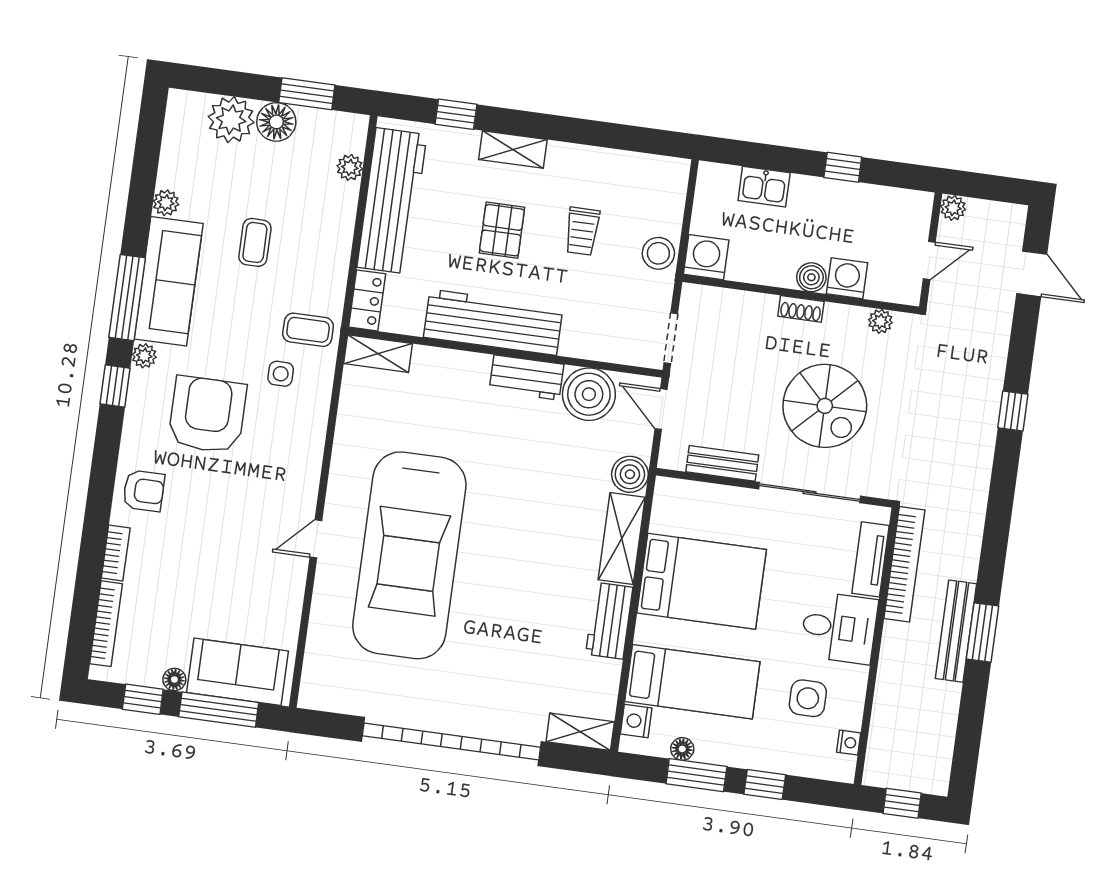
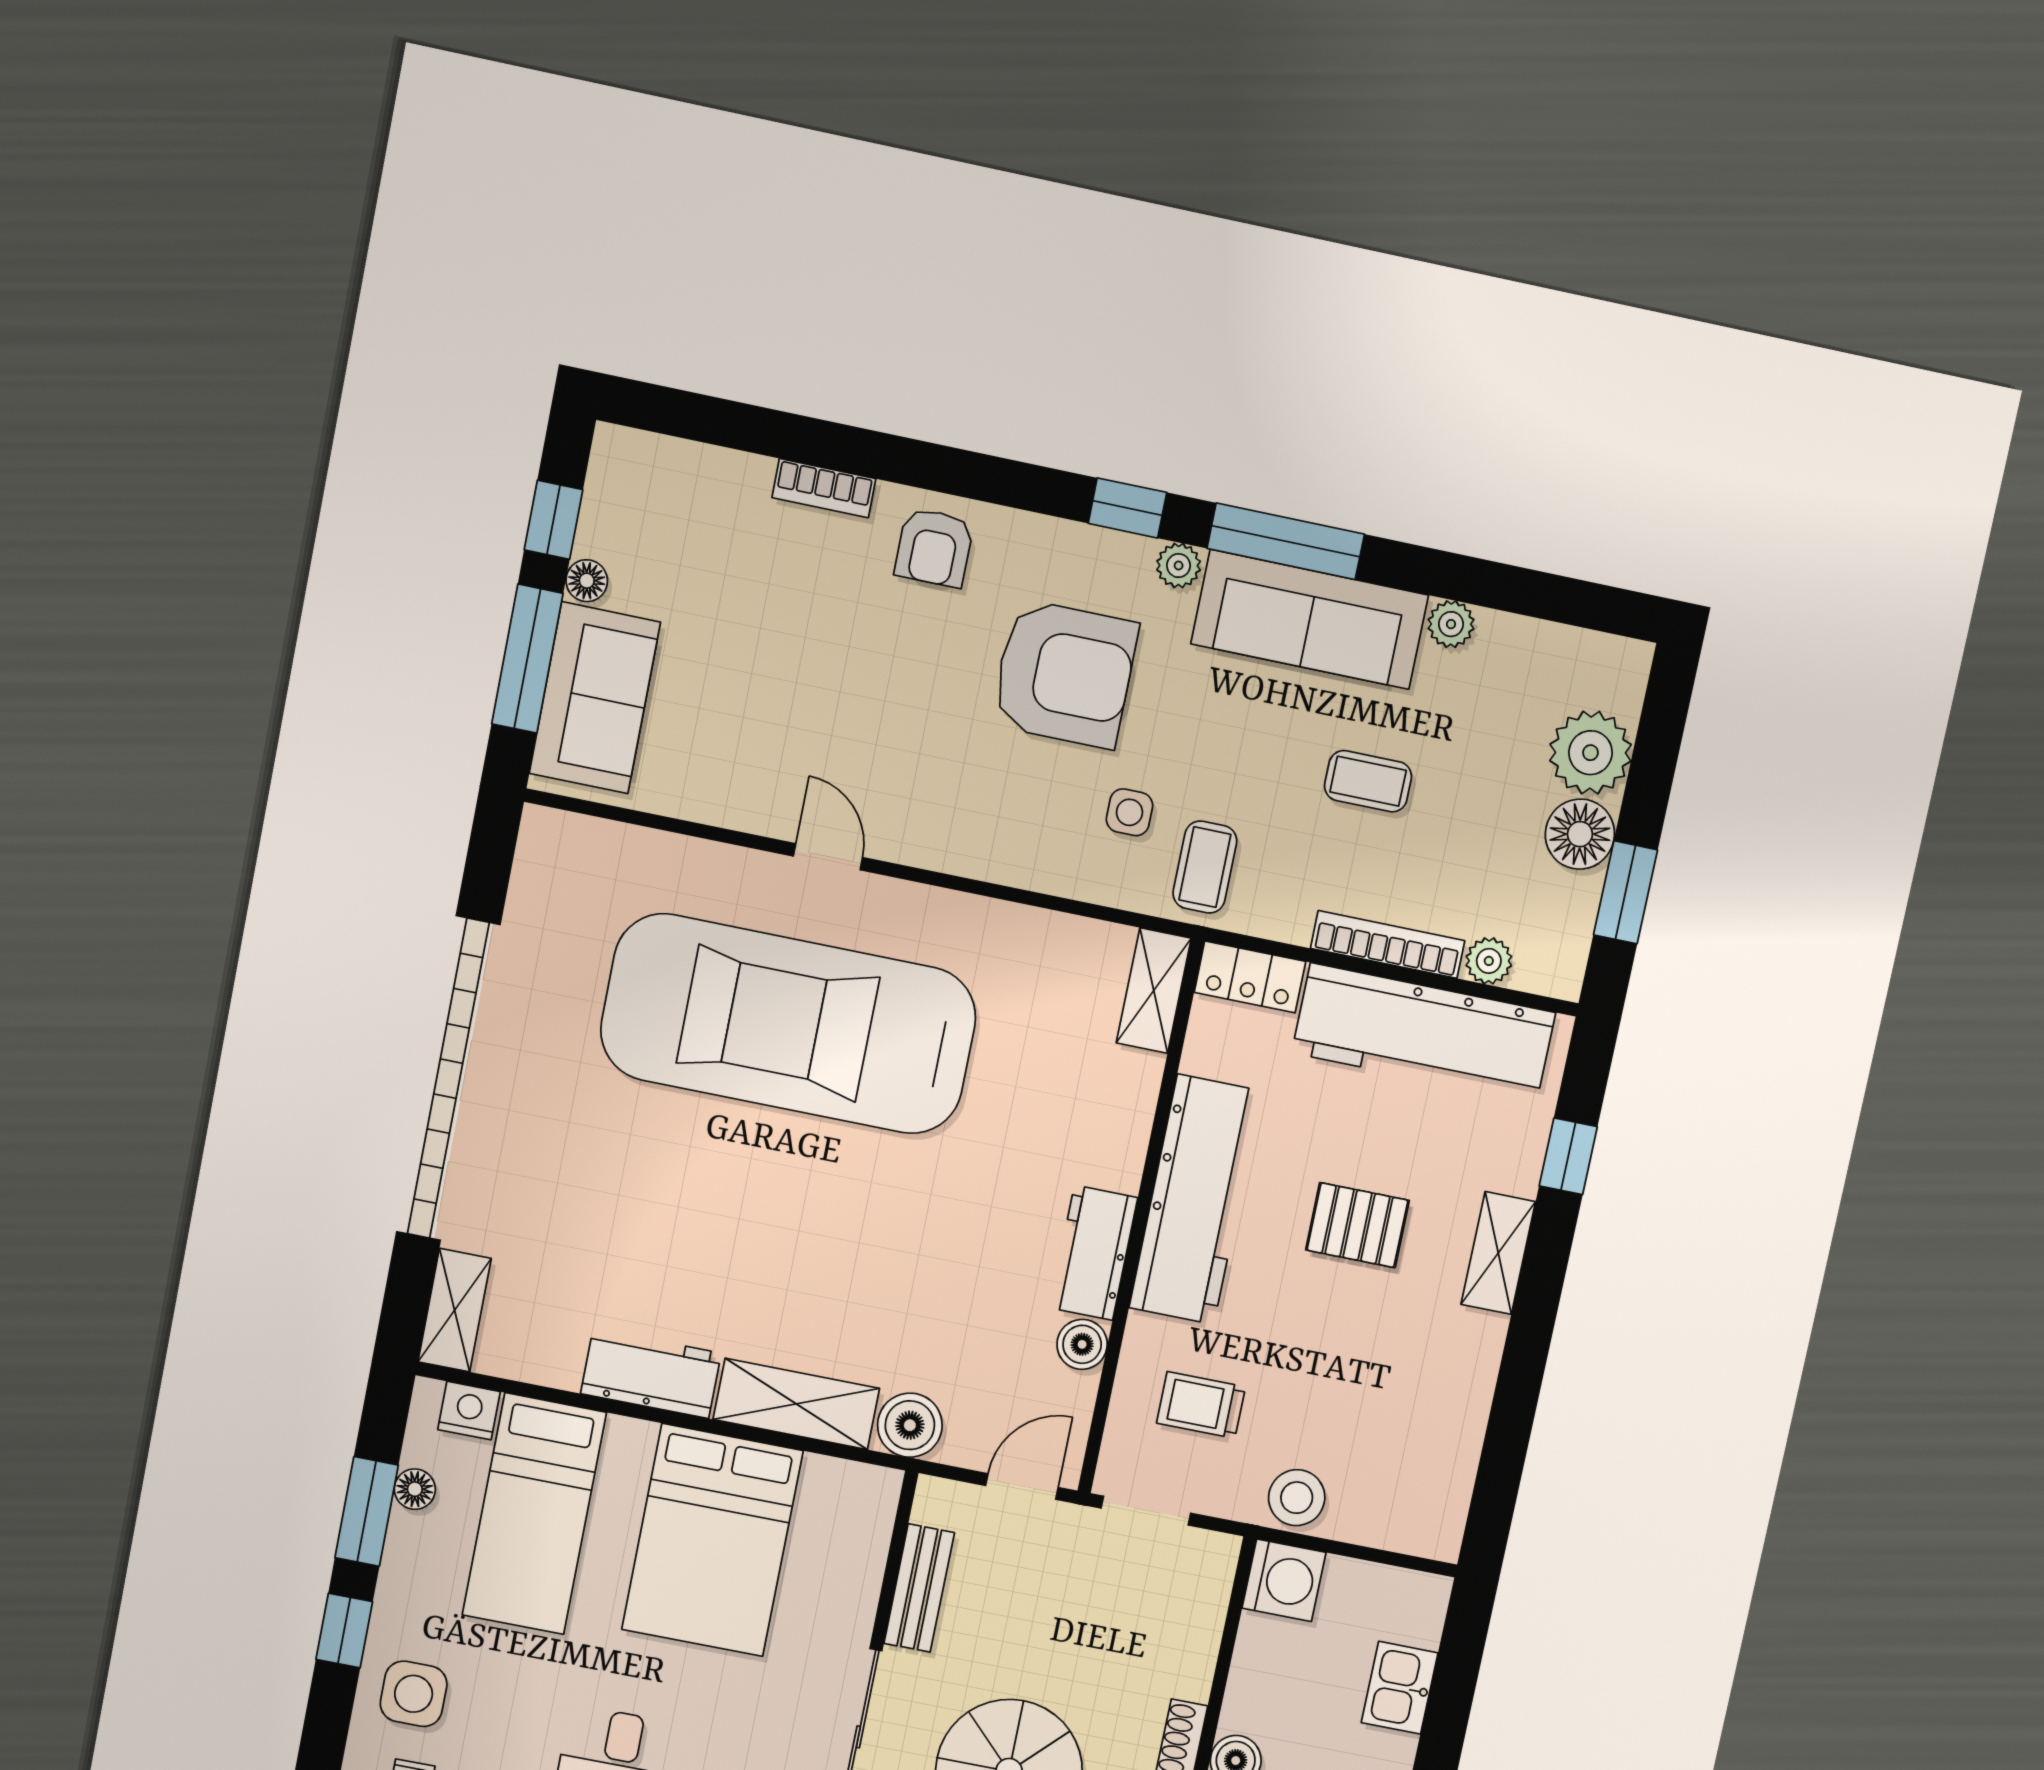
trolley: (582, 231) -> (1201, 1405), moved
boiler: (589, 394) -> (1082, 1344), width x0.54, depth x0.54
bookcase: (106, 624) -> (1388, 944), moved, turned 180
side table: (808, 698) -> (414, 1694), moved

